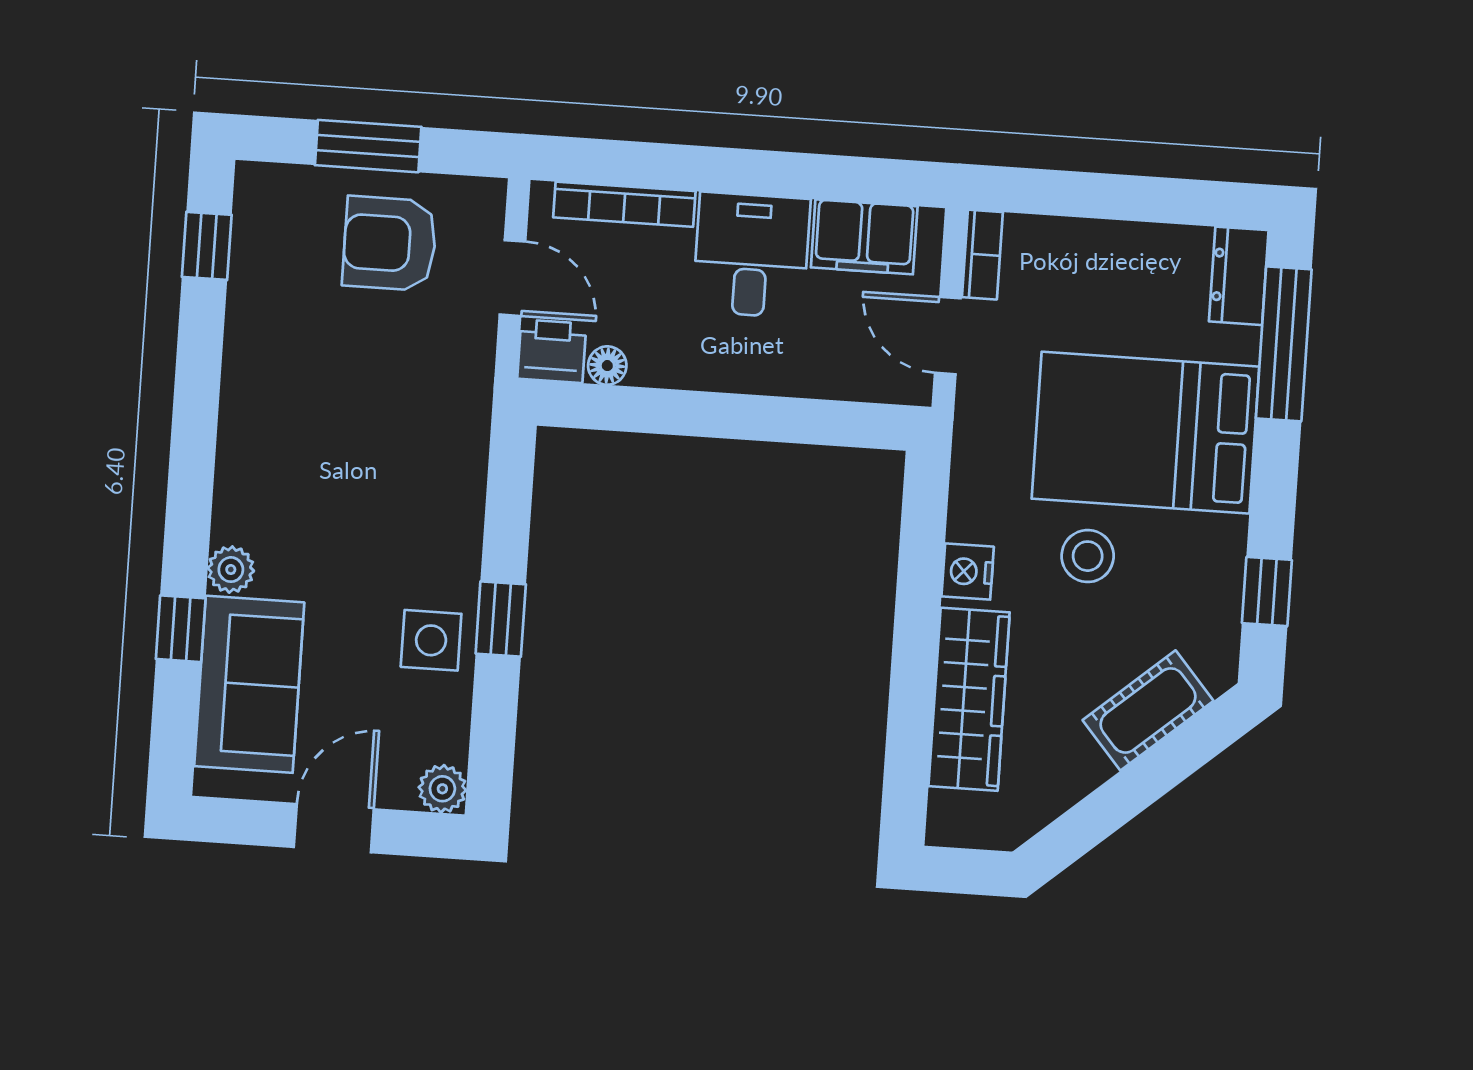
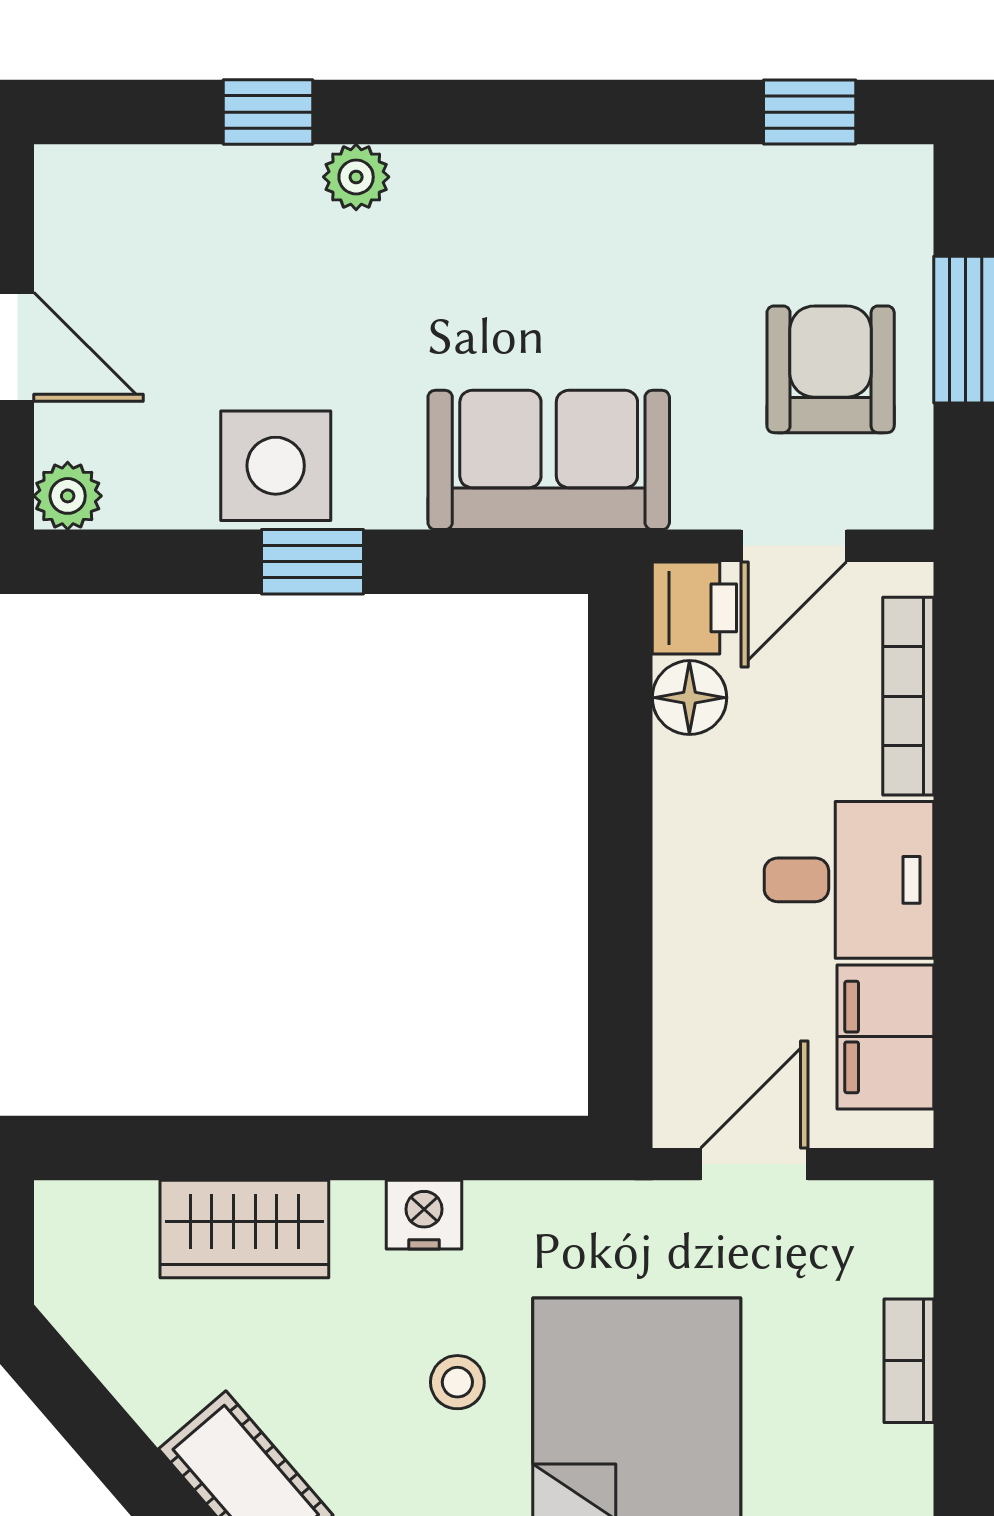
bookcase: (982, 255) -> (909, 1361), moved, turned 90
floor lamp: (607, 366) -> (689, 698), width x1.37, depth x1.37
stool: (1088, 556) -> (457, 1382), width x0.73, depth x0.73
side table: (431, 640) -> (276, 466), width x1.37, depth x1.37
sofa: (249, 684) -> (549, 460), moved, turned 180
wardrobe: (969, 699) -> (244, 1229), width x0.67

